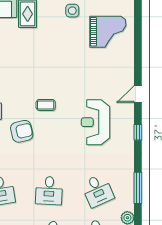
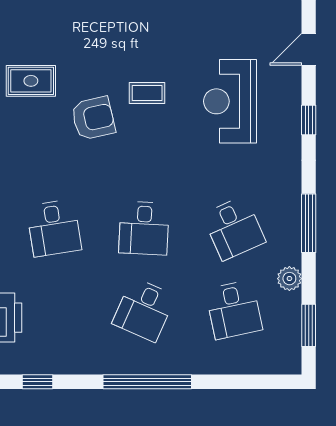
coffee table: (46, 105) -> (147, 93), moved

